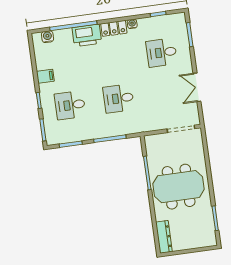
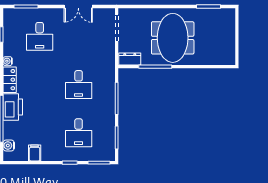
filing cabinet: (45, 76) -> (35, 153), moved
dresser: (164, 237) -> (130, 59), moved, width x0.70

